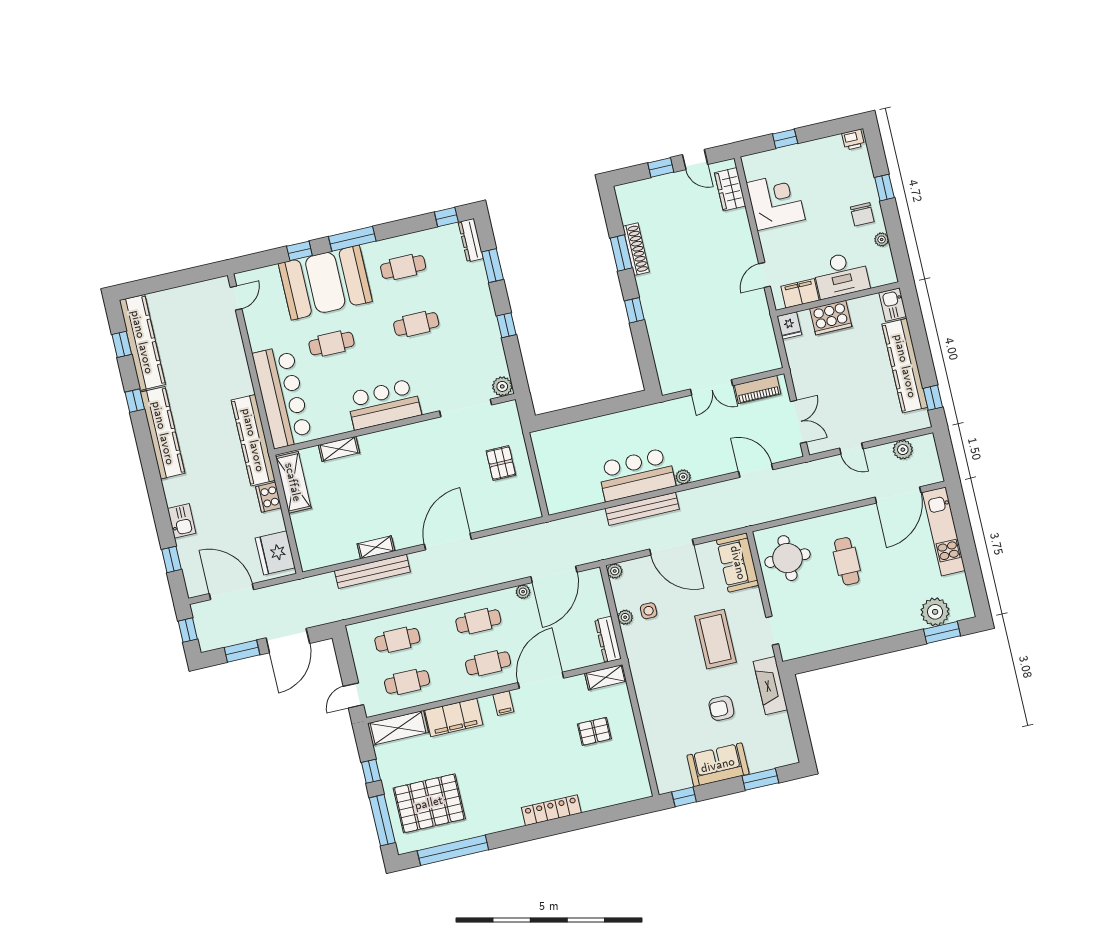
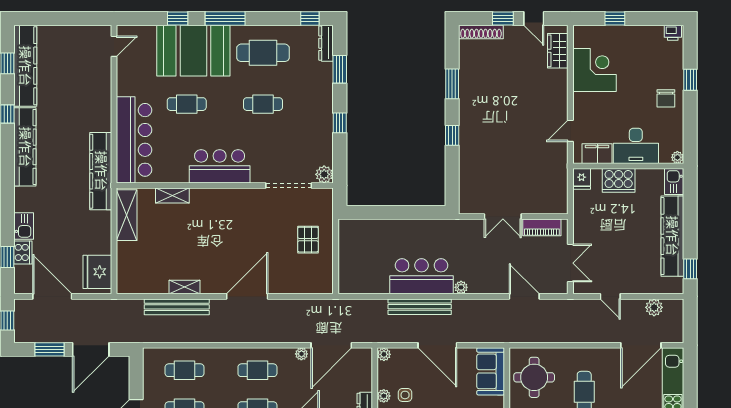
plant: (882, 239) -> (677, 157), moved
shoe rack: (636, 249) -> (481, 32), moved, turned 90
cafe table: (403, 267) -> (263, 53), width x1.37, depth x1.35
cooker: (269, 497) -> (23, 252), moved, turned 180

